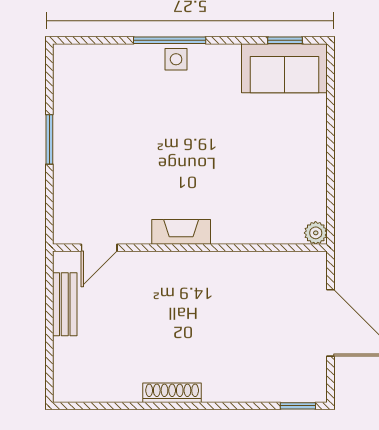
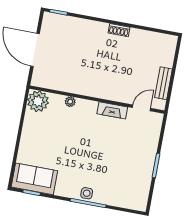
fireplace: (181, 232) -> (112, 110), moved
plant: (316, 233) -> (38, 101), width x1.88, depth x1.88
plant: (242, 234) -> (70, 102), added
shoe rack: (172, 393) -> (119, 30), width x0.70

